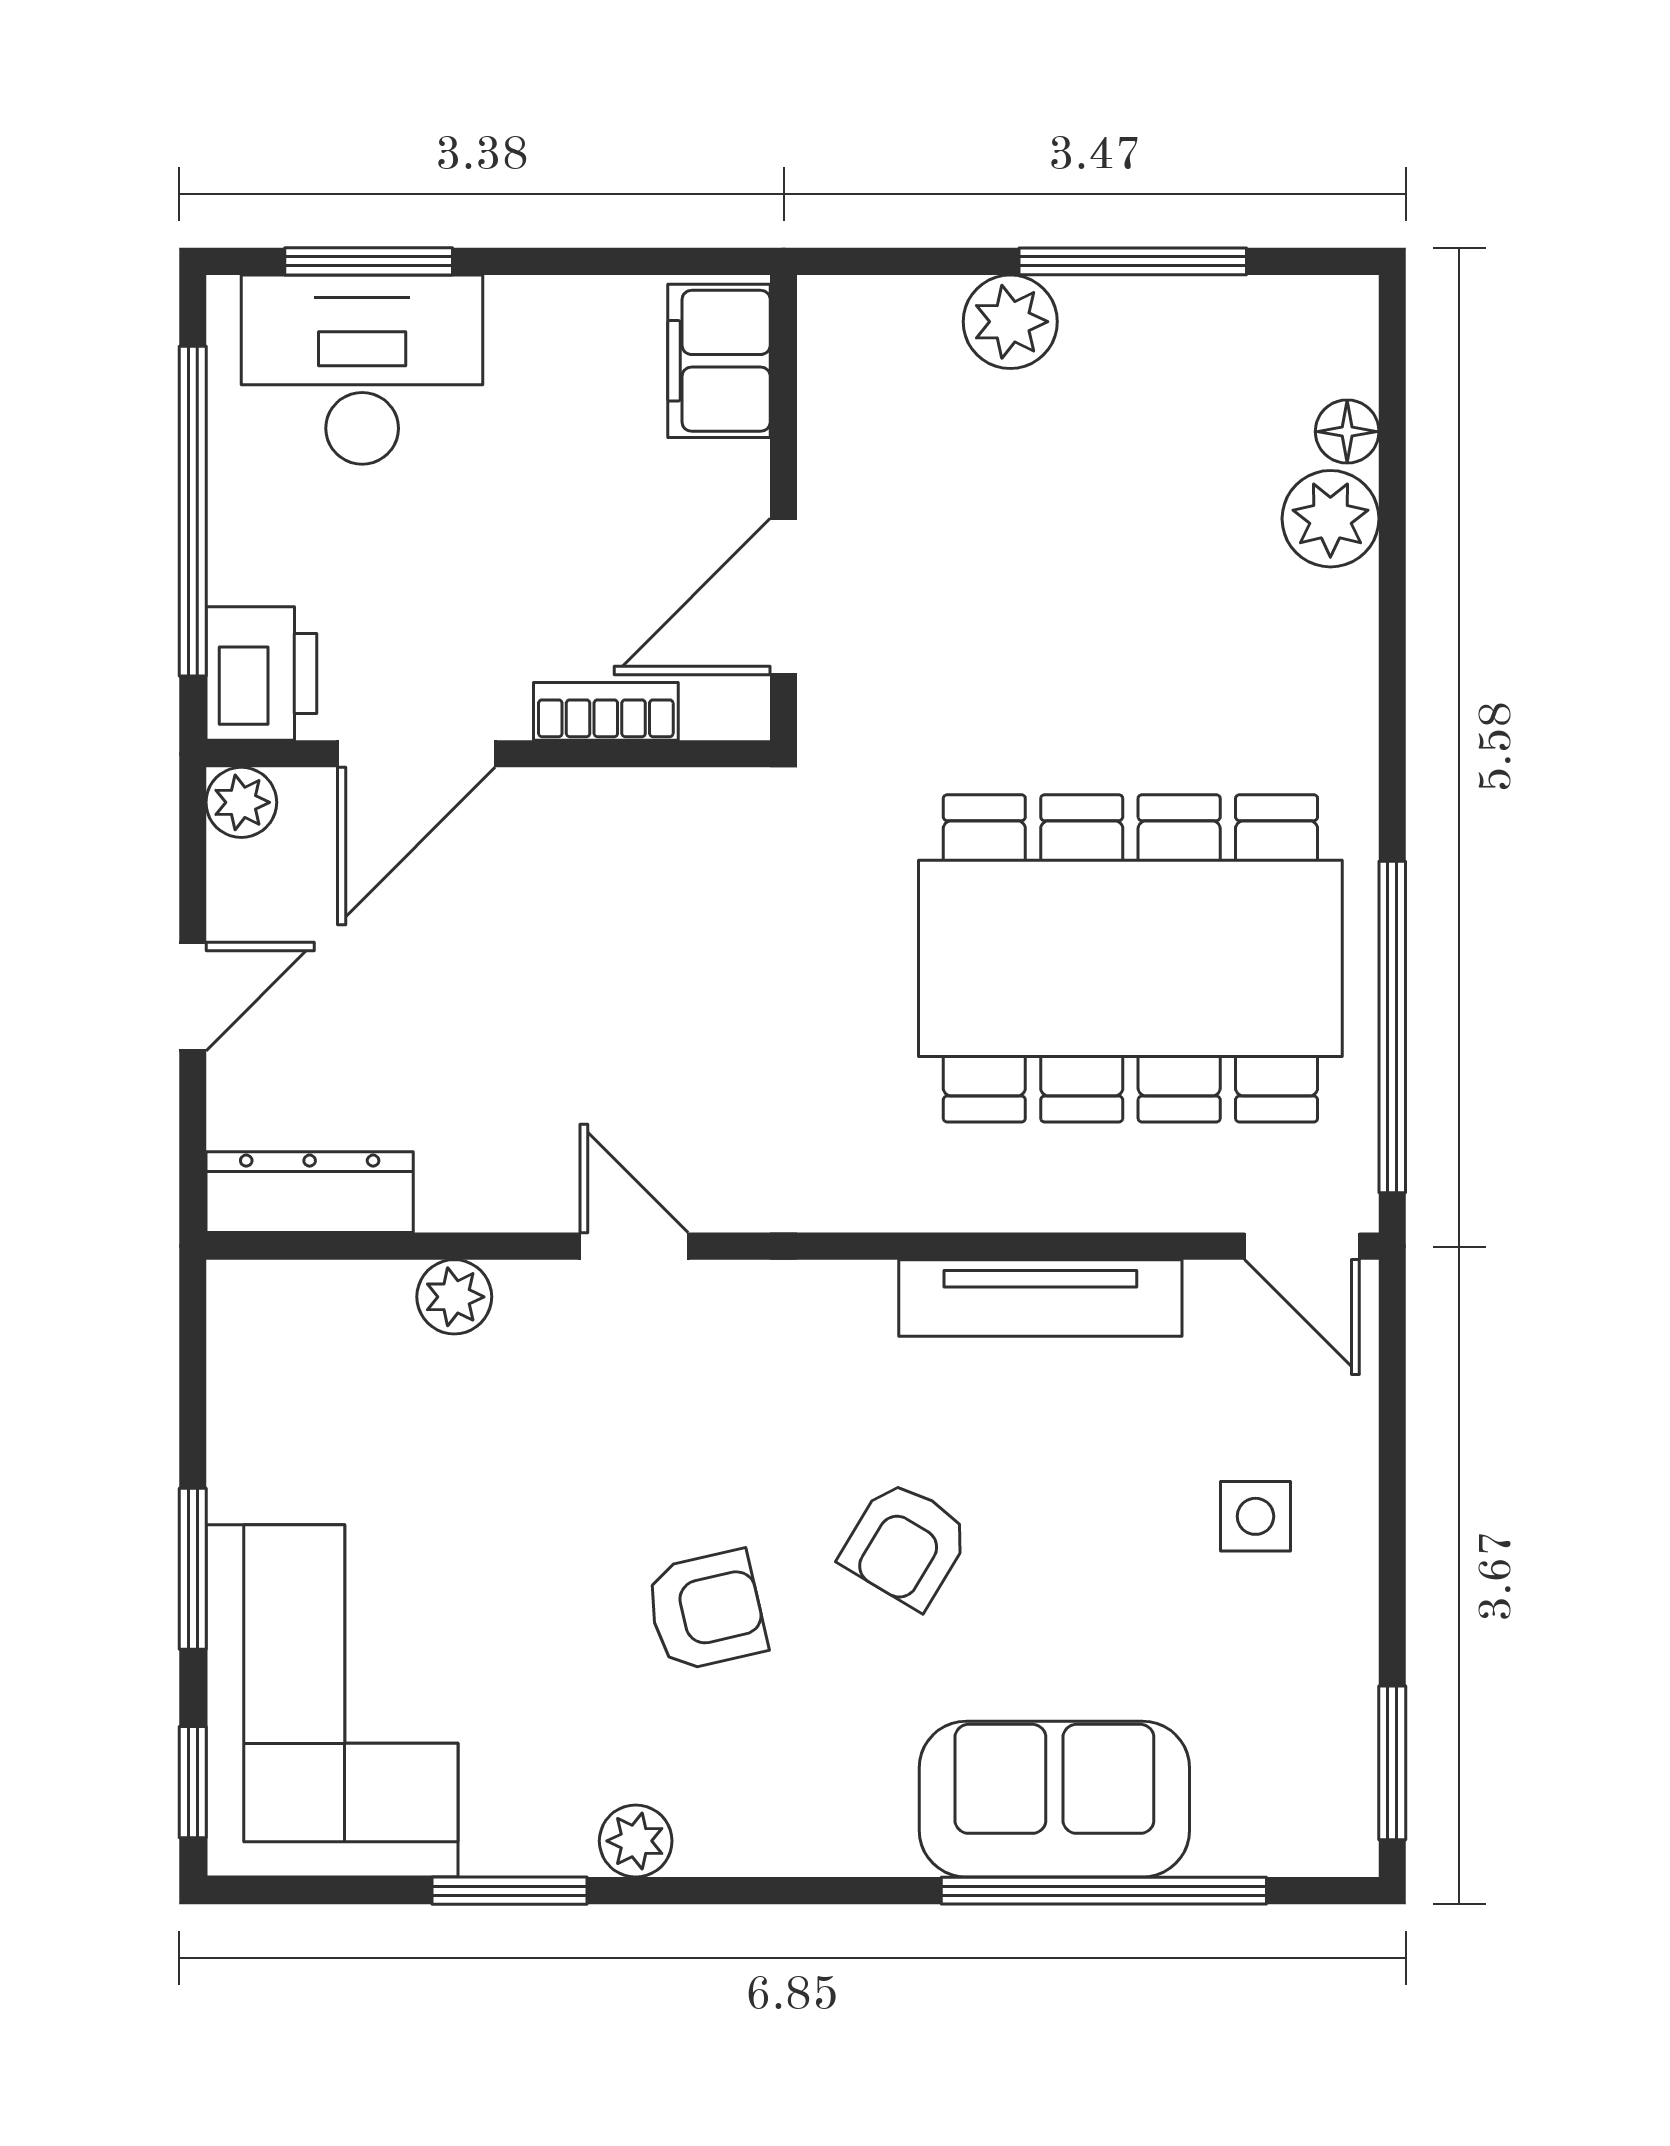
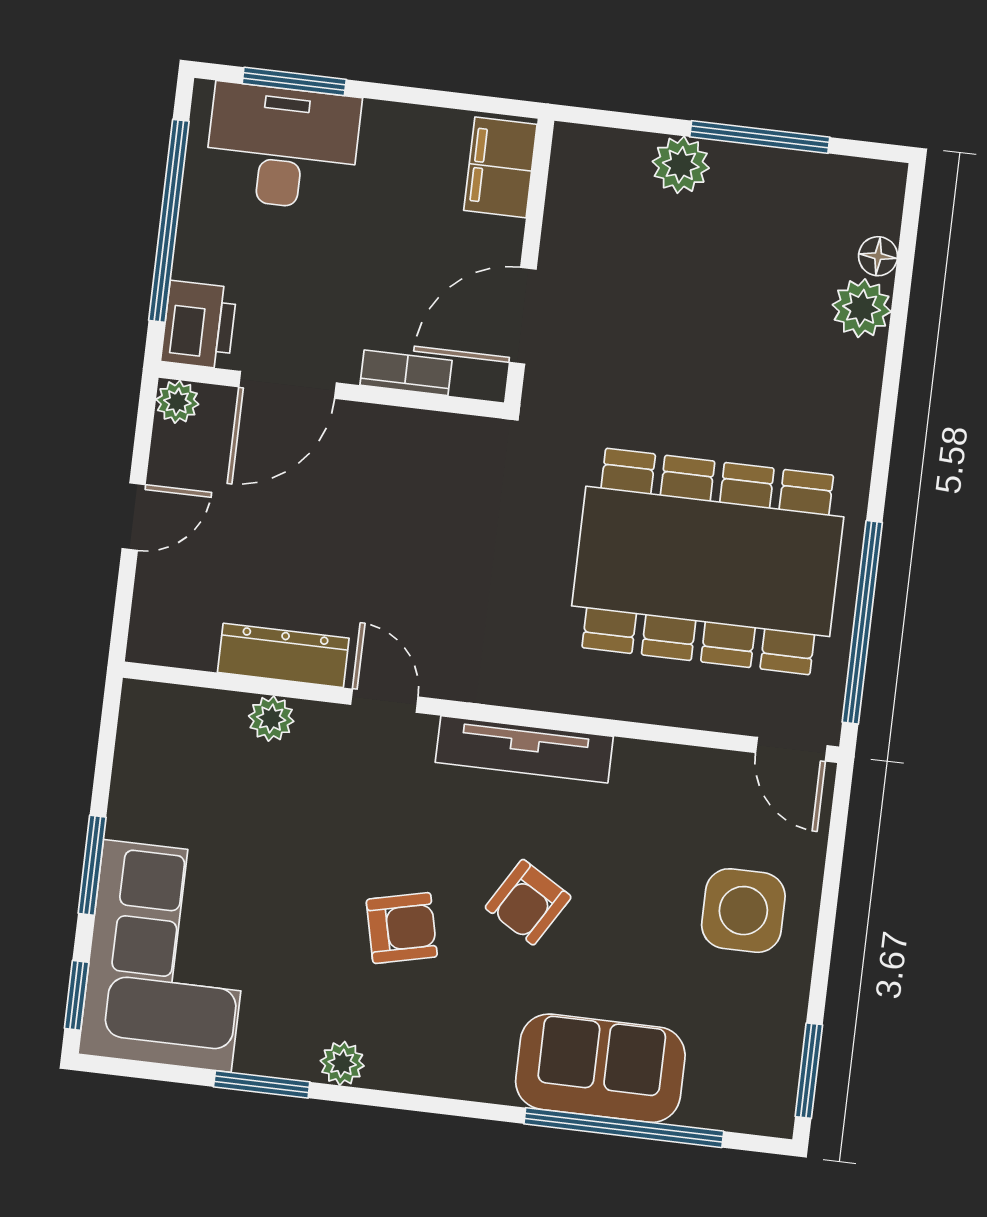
dresser: (310, 1192) -> (283, 655), moved
tv unit: (1040, 1298) -> (524, 749), moved
side table: (1255, 1516) -> (743, 911), width x1.87, depth x1.87

